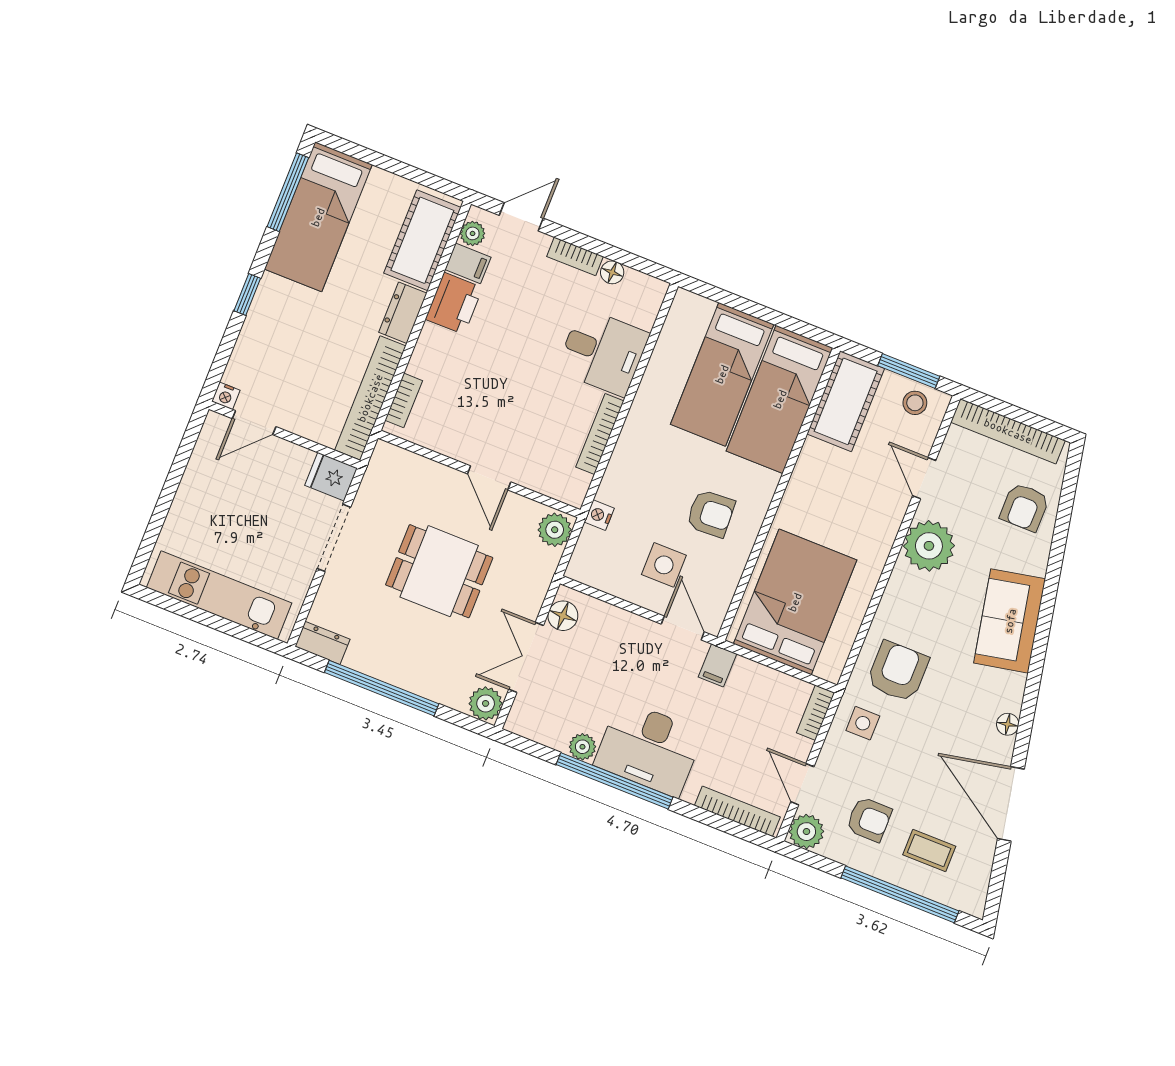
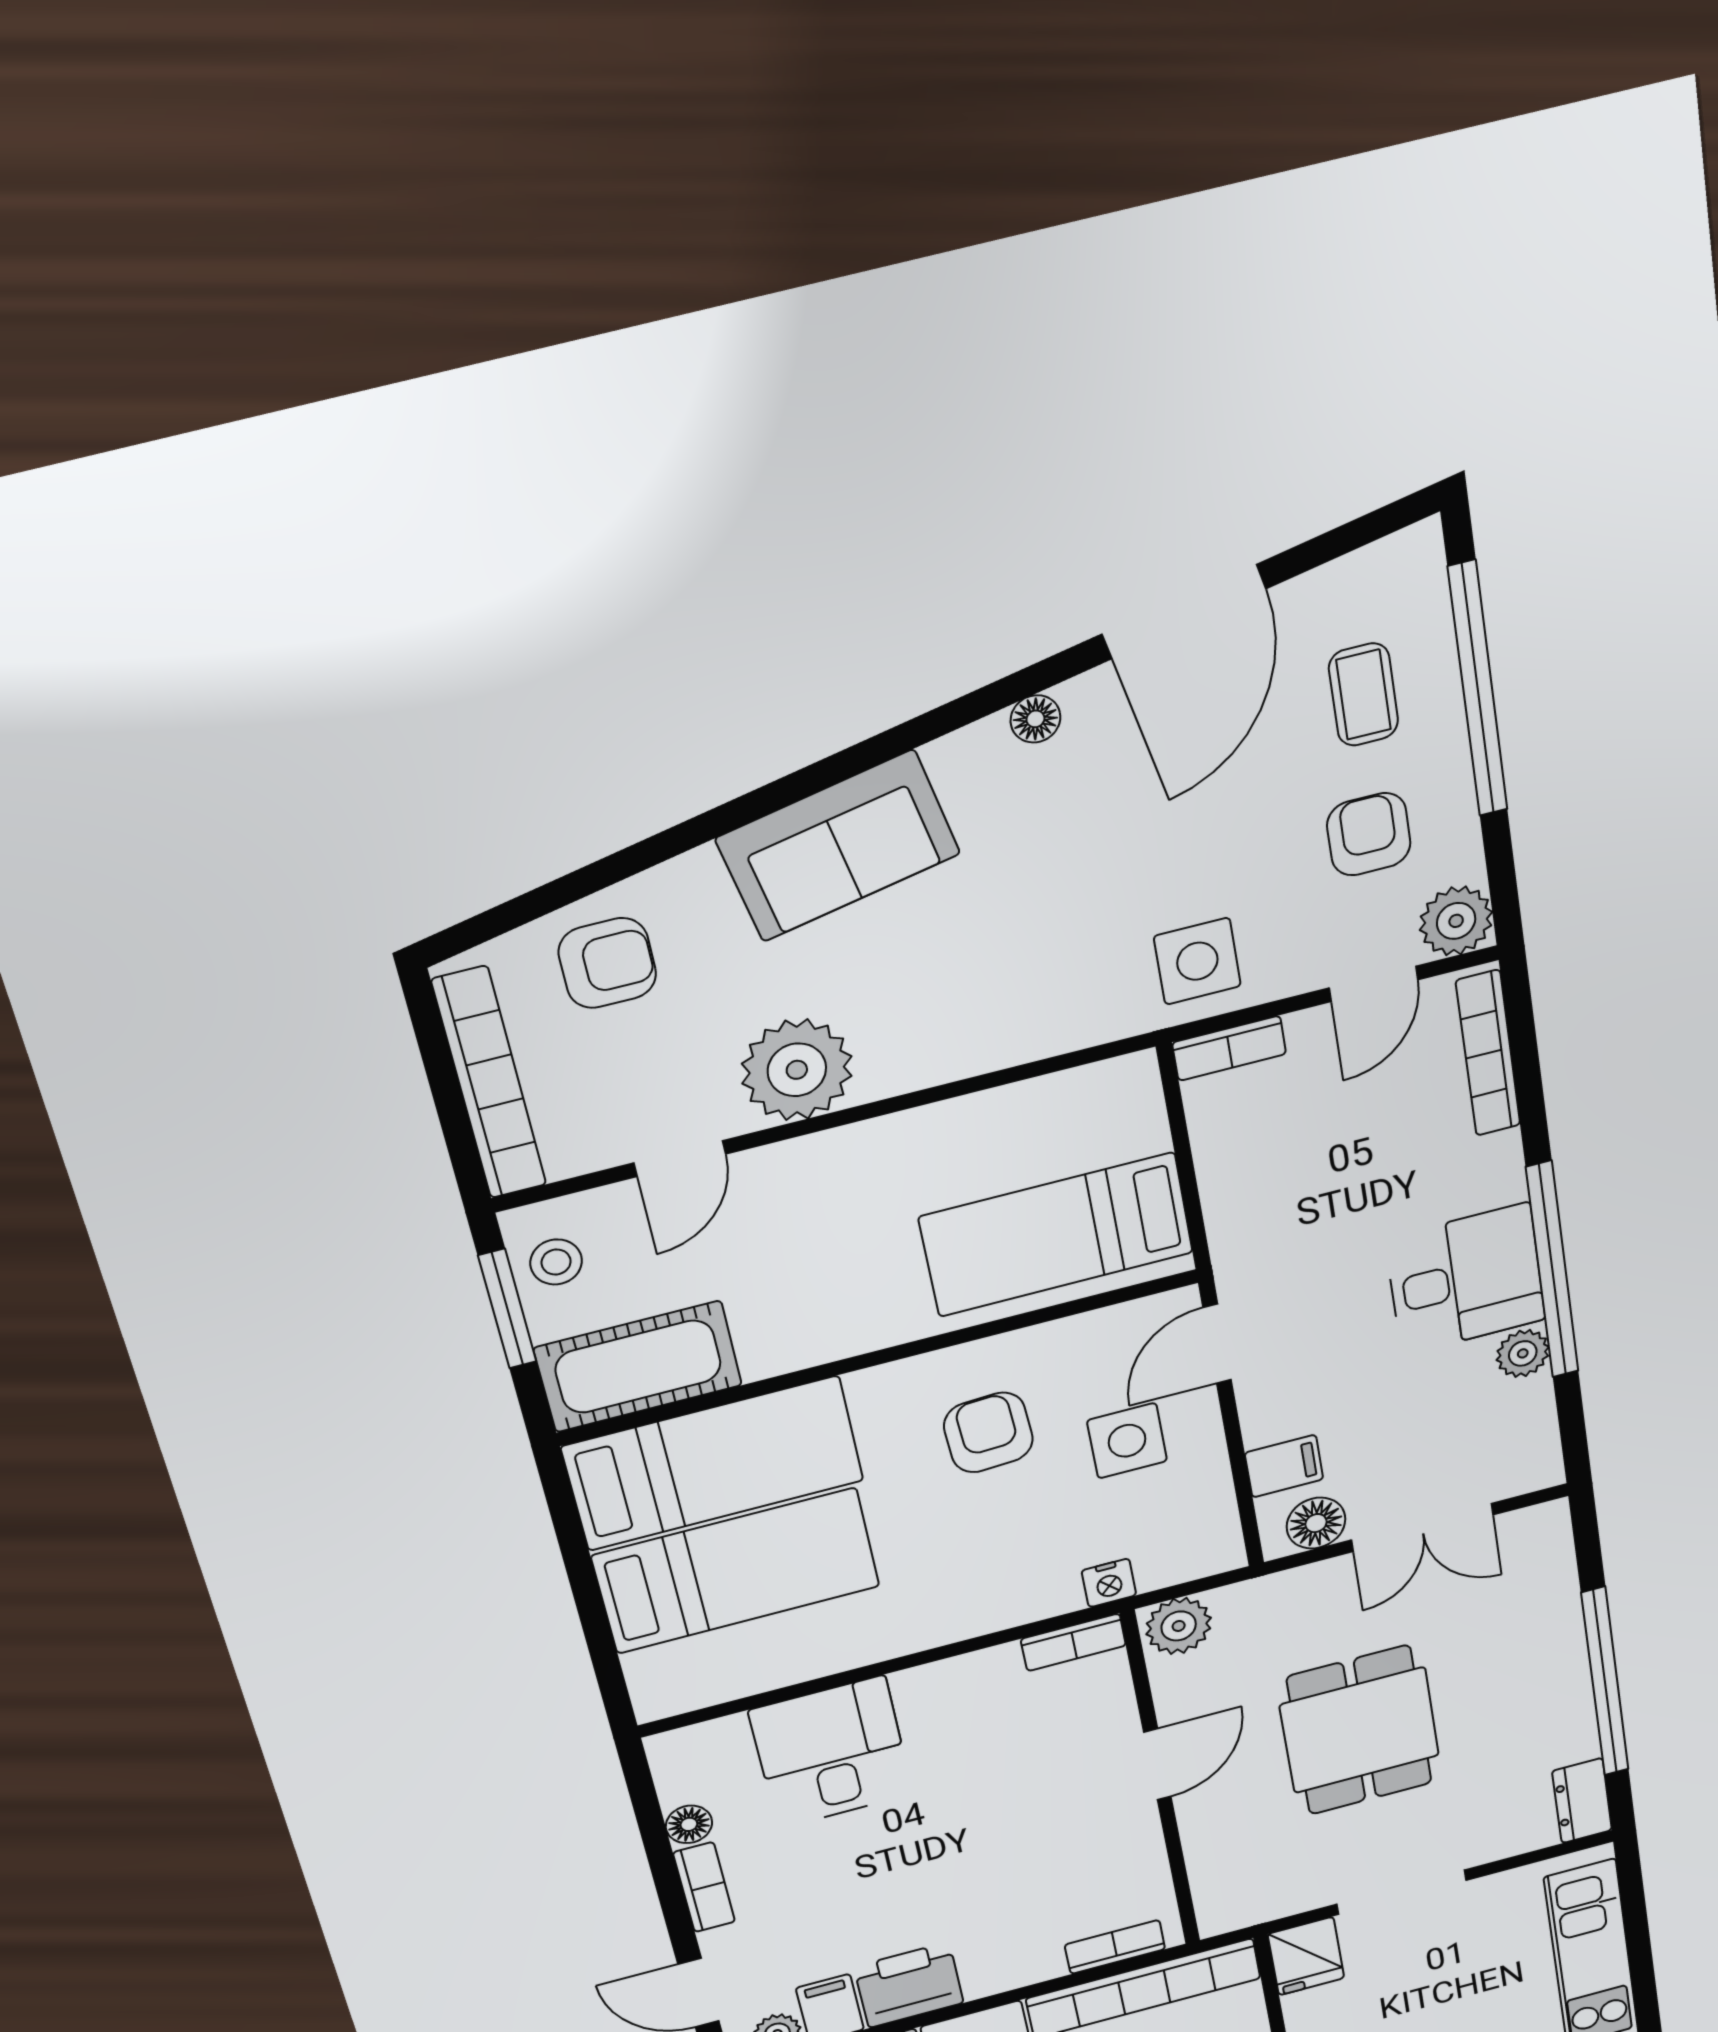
bookcase: (600, 434) -> (1073, 1642), moved, width x0.64
bed: (795, 602) -> (1056, 1235), width x0.67
filing cabinet: (717, 665) -> (1284, 1466), moved
armchair: (898, 672) -> (1064, 968), removed
plant: (486, 703) -> (1538, 1532), removed
side table: (863, 723) -> (1197, 961), width x1.37, depth x1.37
desk: (649, 748) -> (1465, 1279), width x0.73

